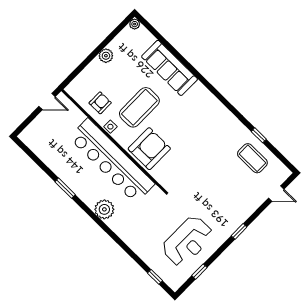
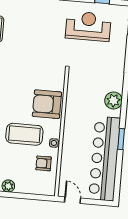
bar counter: (112, 161) -> (105, 159), moved, turned 180

